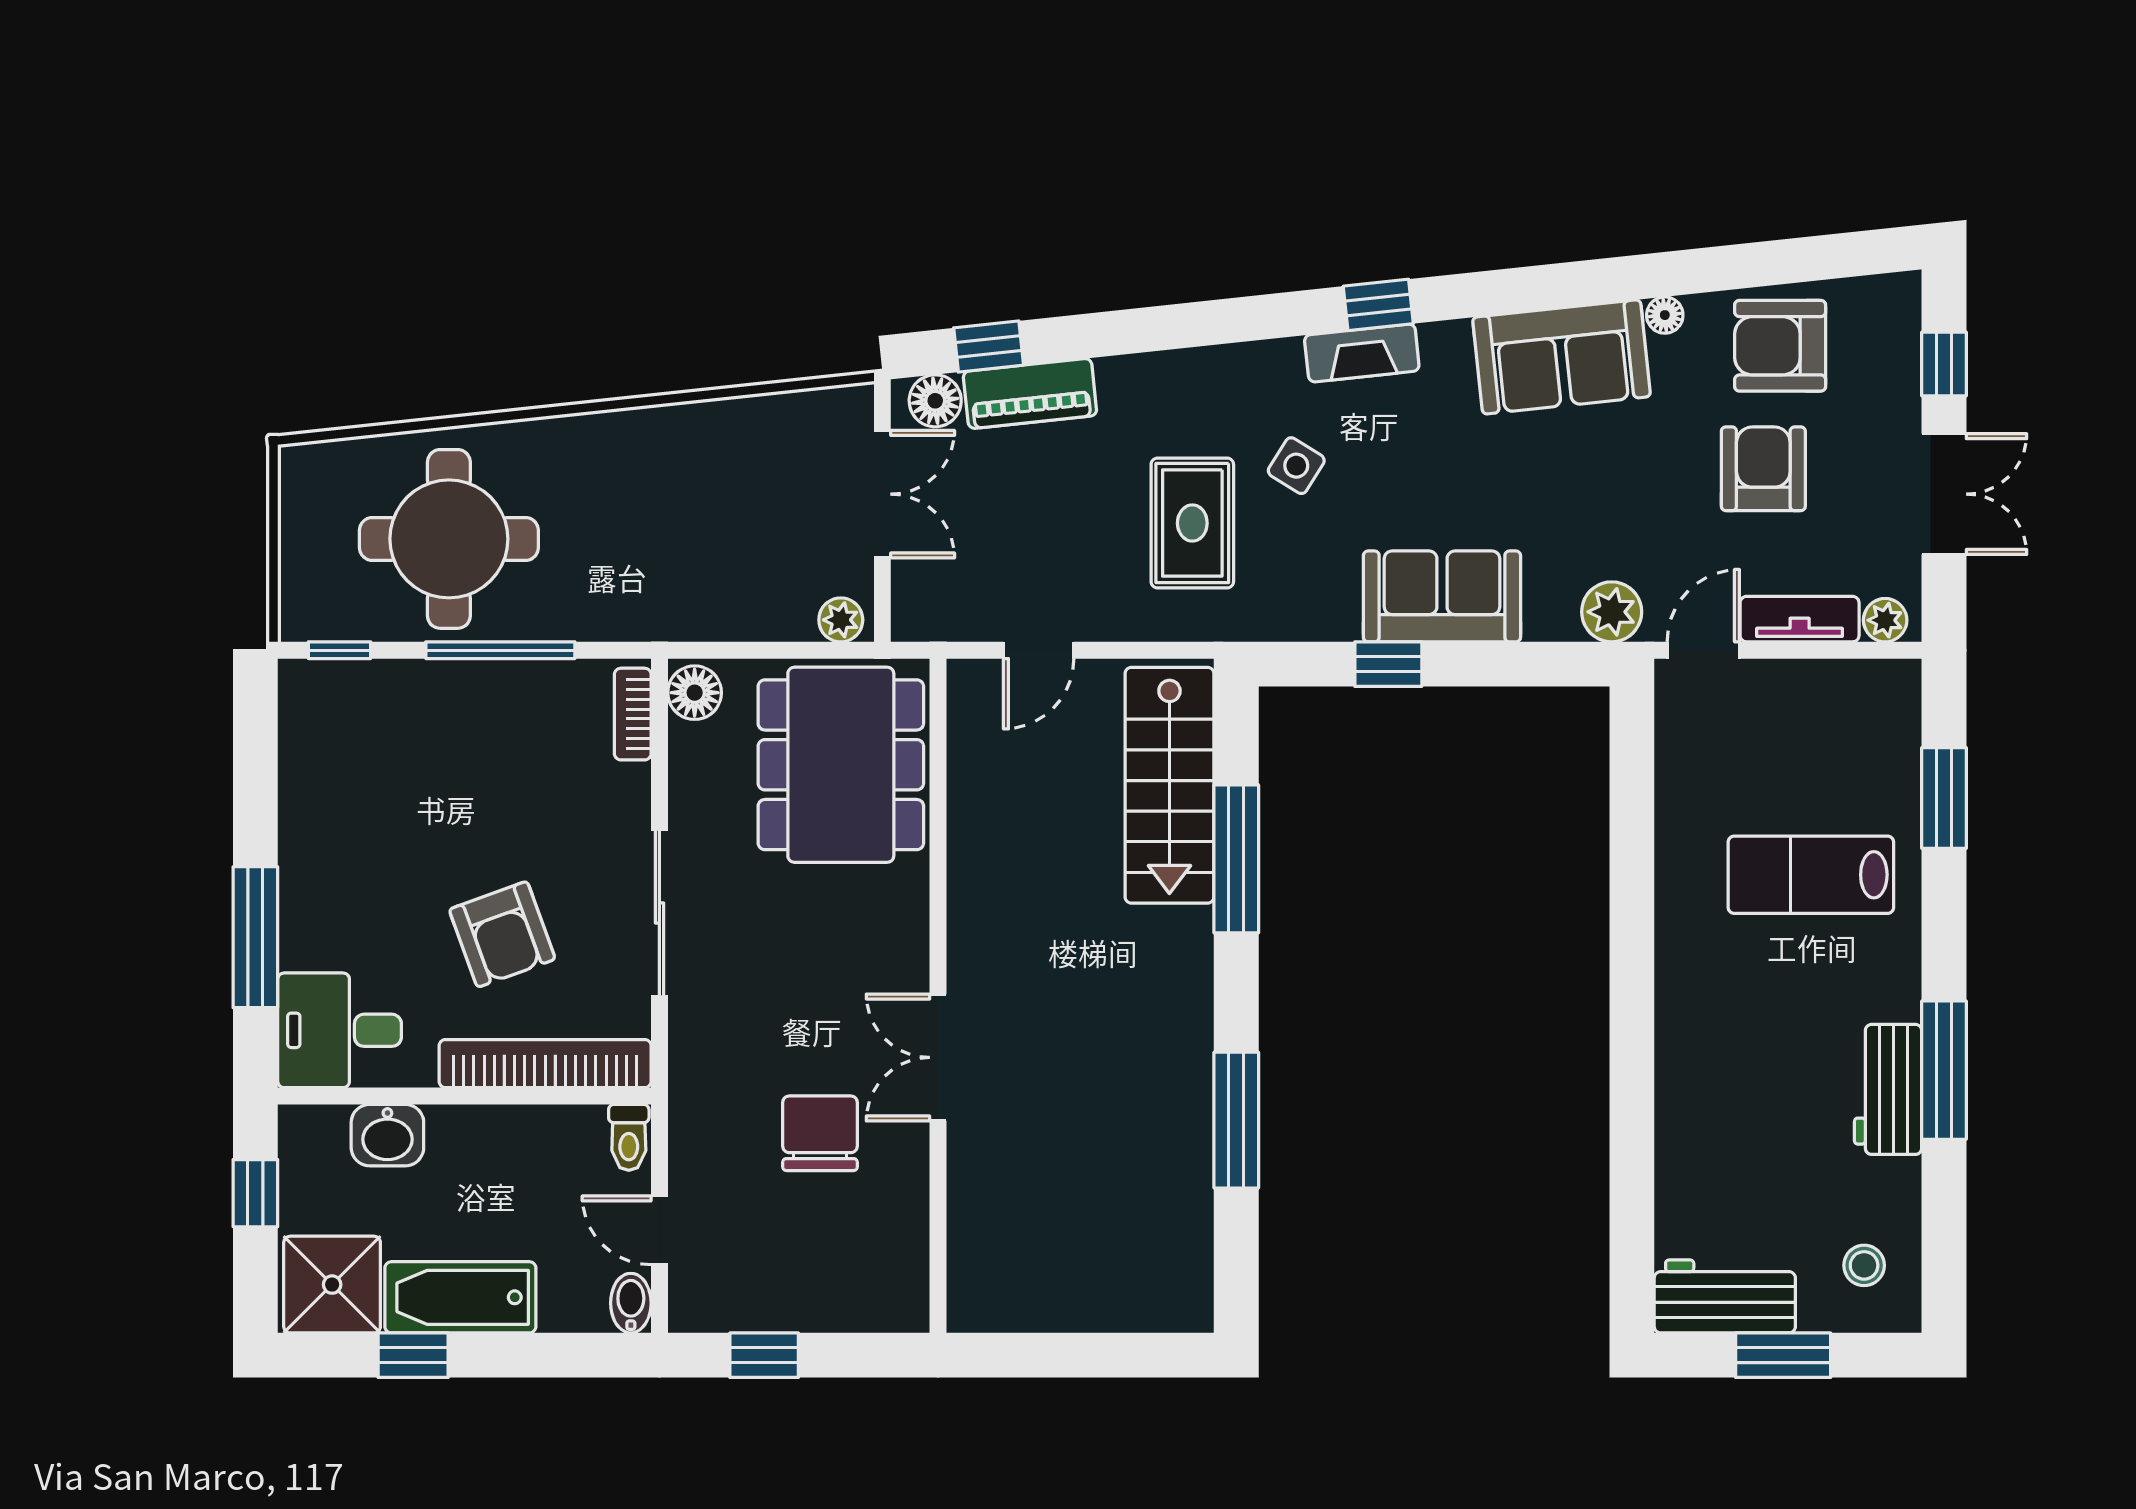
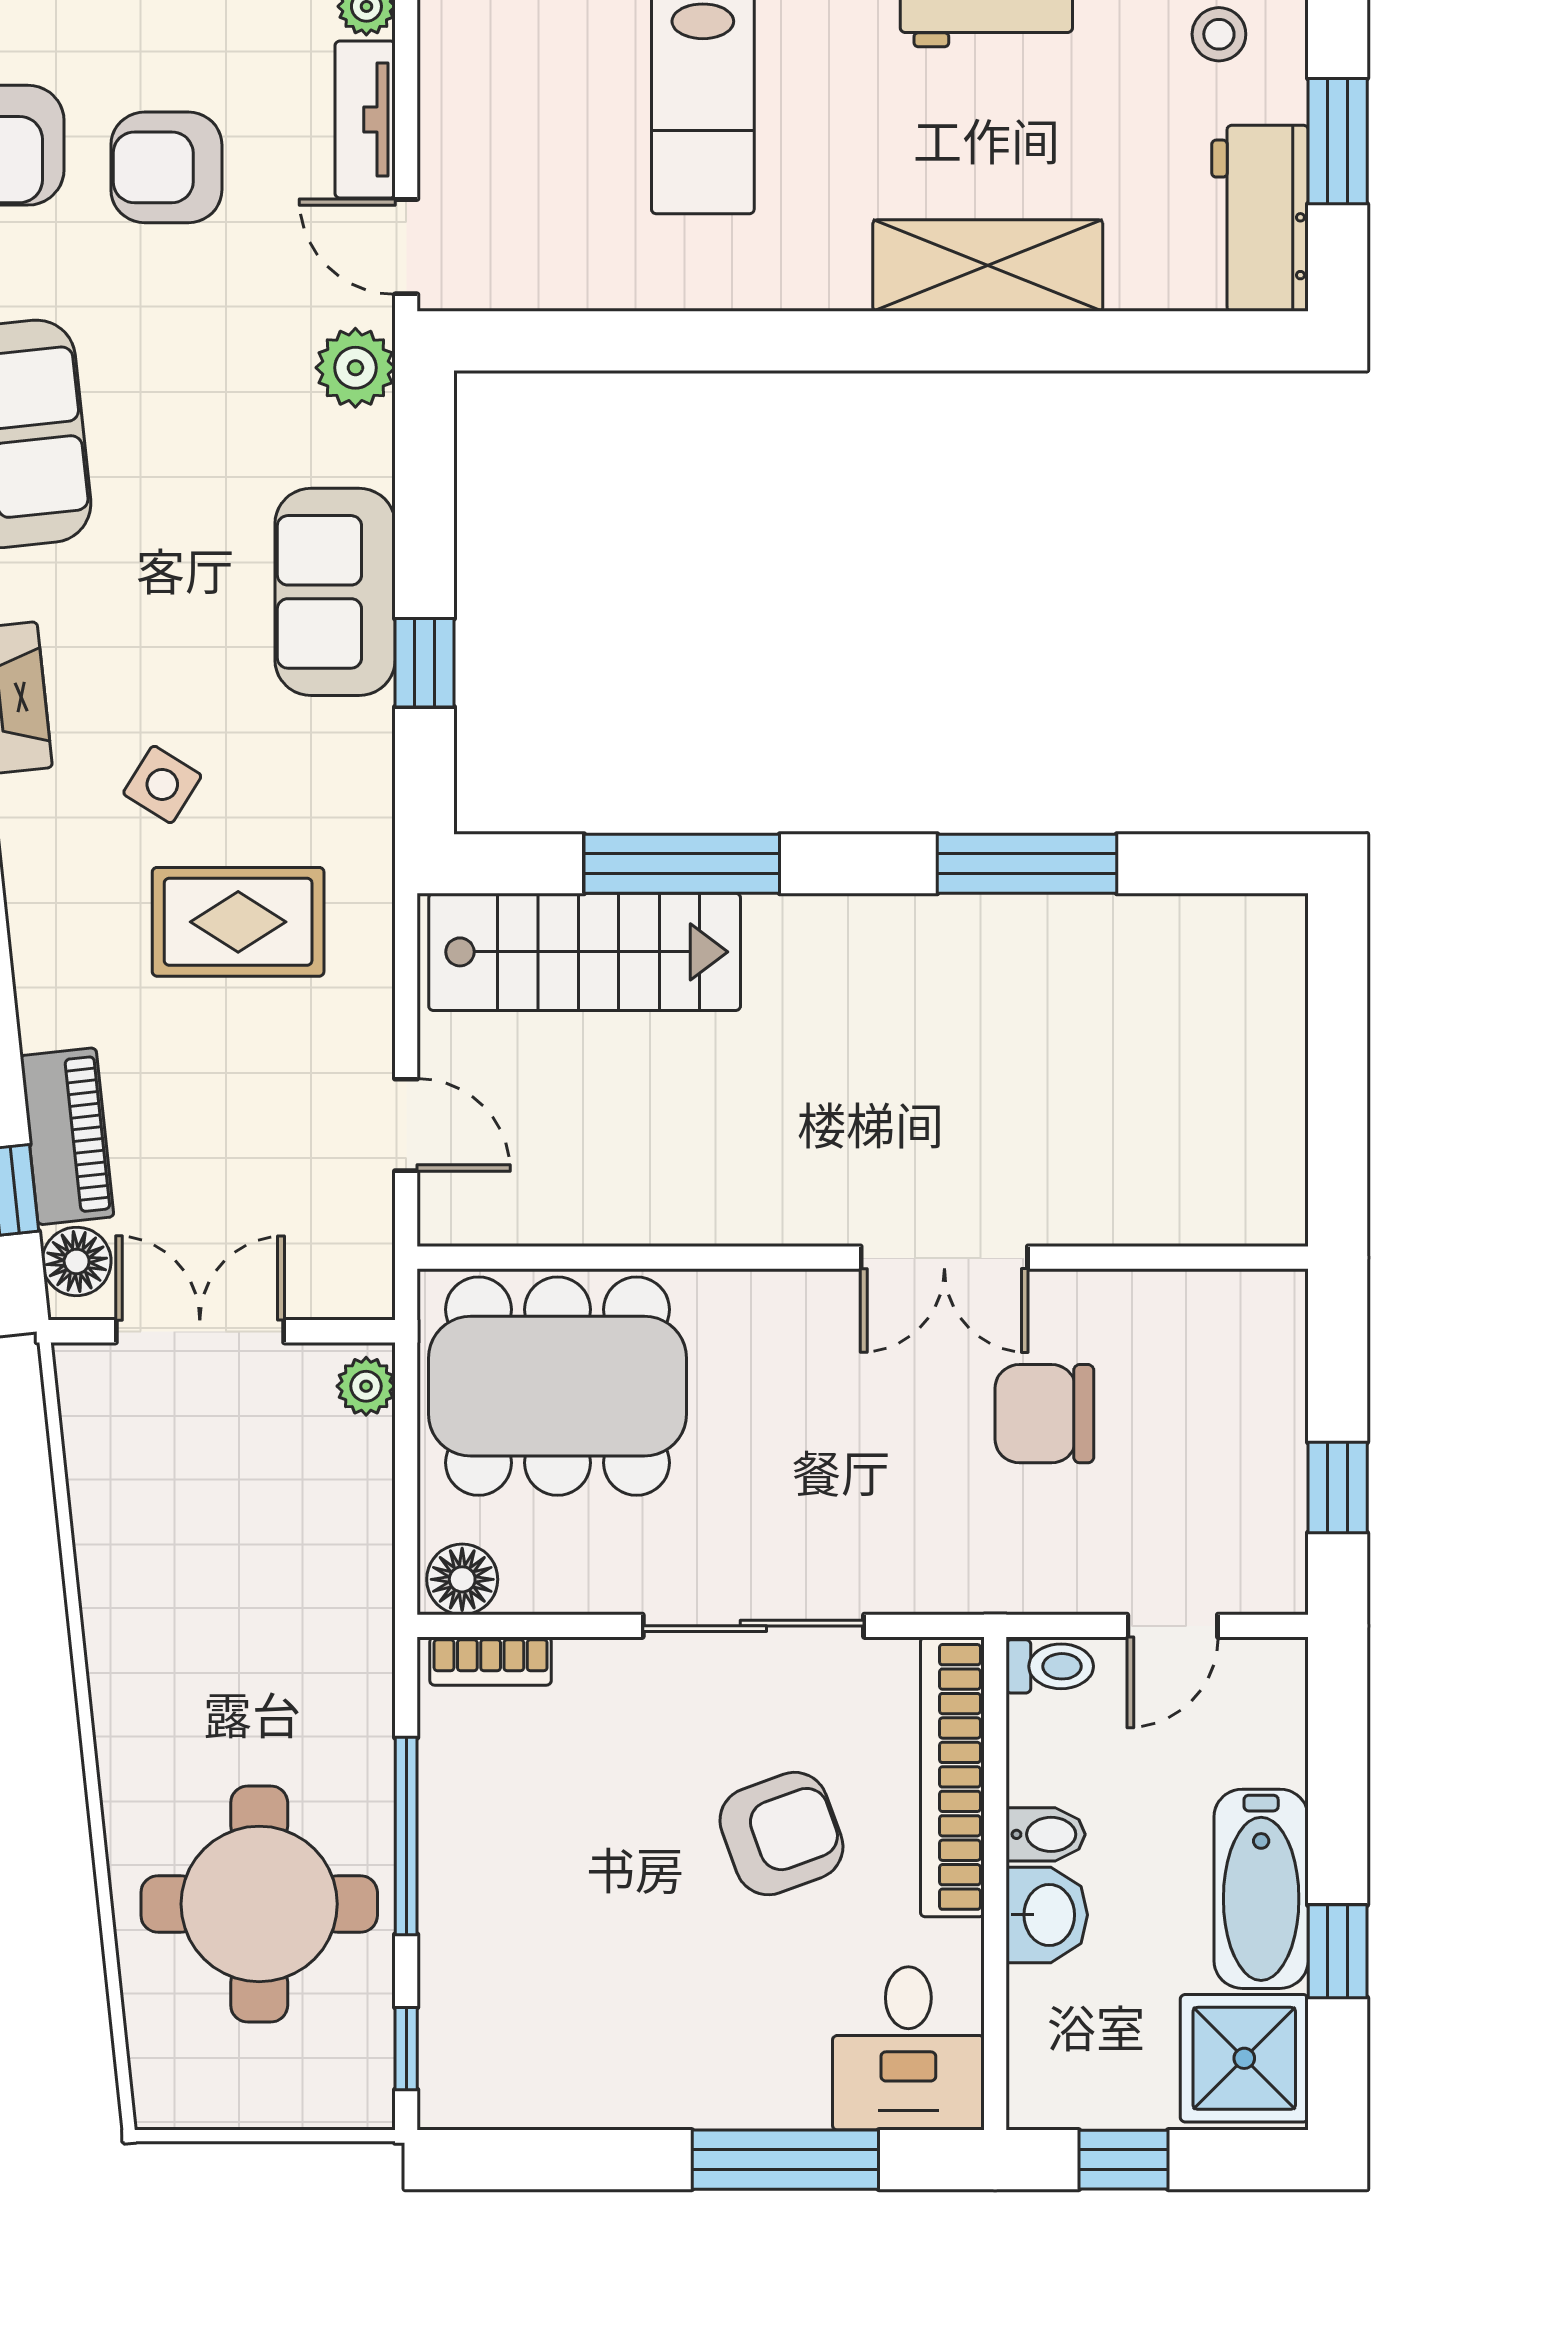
shelving: (1689, 1090) -> (988, 266), added
washbasin: (387, 1135) -> (1047, 1915), moved
bidet: (631, 1303) -> (1046, 1834), moved, turned 180

